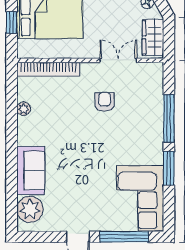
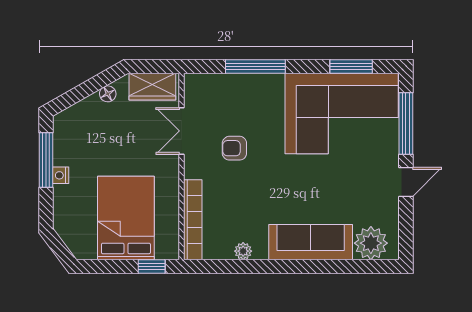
window: (12, 23) -> (152, 266), moved
window: (169, 168) -> (351, 67), moved
sofa: (31, 171) -> (311, 242), width x1.36
corner sofa: (140, 198) -> (342, 114), width x1.36, depth x1.36

